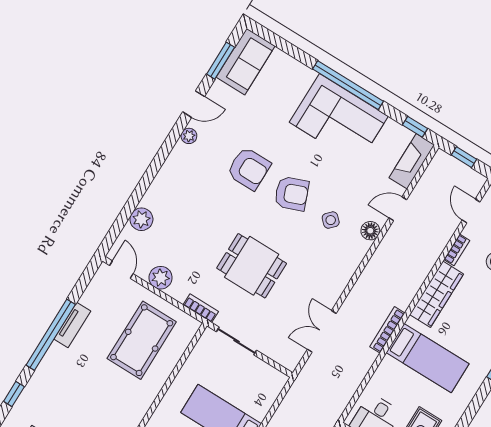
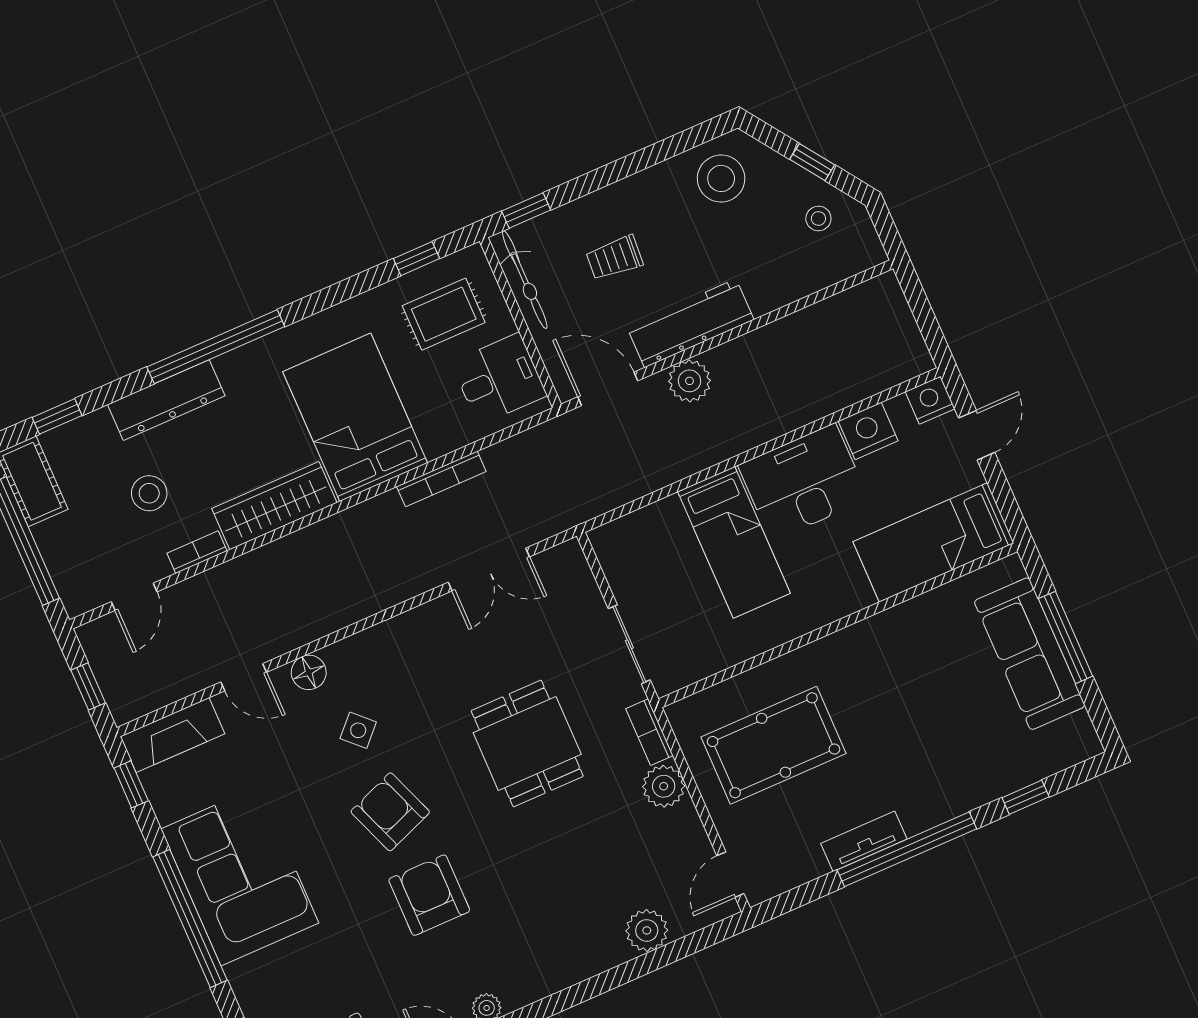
plant: (161, 278) -> (664, 786), moved
bookcase: (387, 330) -> (441, 479), moved
bed: (428, 358) -> (355, 417), width x1.50

